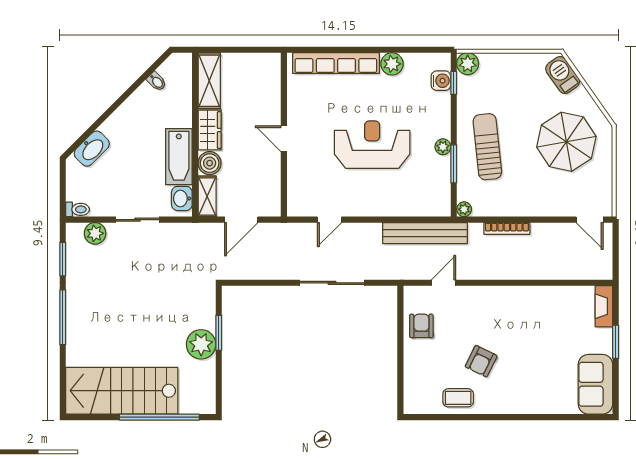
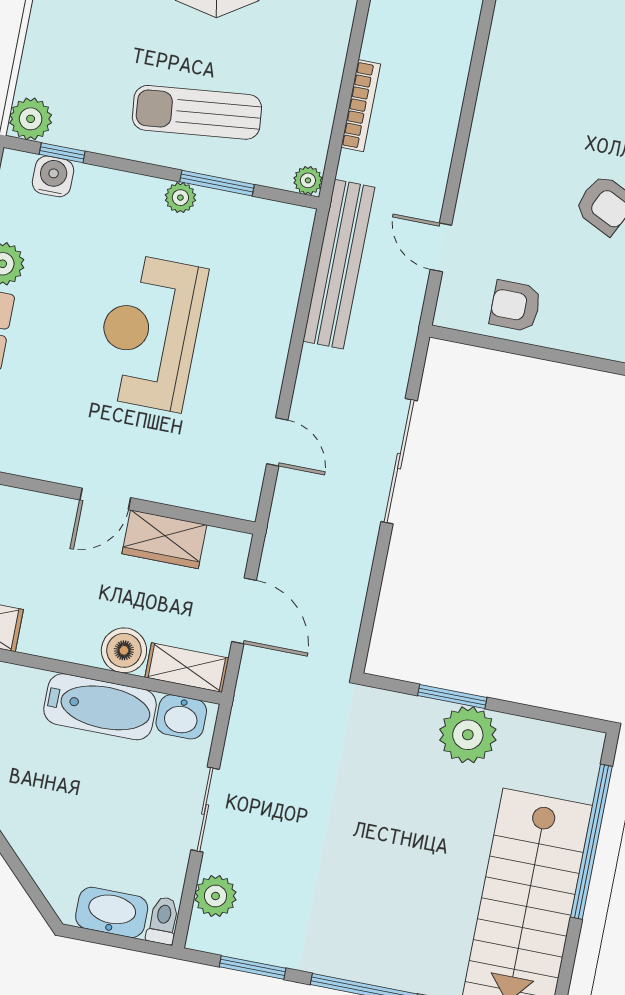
wardrobe: (210, 130) -> (164, 539), moved, turned 180
washbasin: (92, 149) -> (112, 912), moved, turned -45

